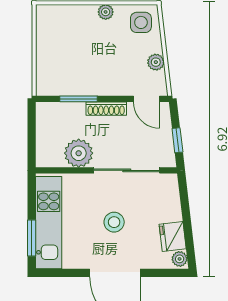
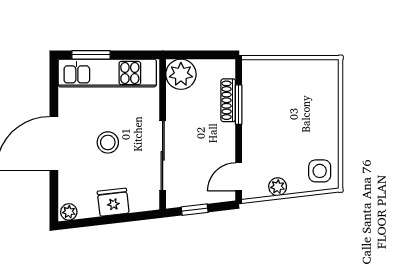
plant: (106, 12) -> (331, 133), removed
shoe rack: (106, 109) -> (228, 100), moved
plant: (79, 153) -> (181, 74), moved
fridge: (173, 236) -> (113, 202), moved

